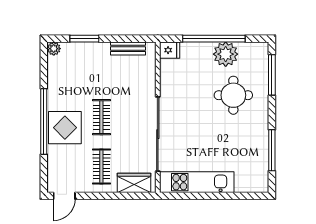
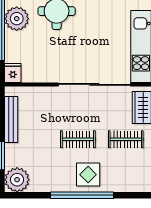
bench: (128, 48) -> (11, 119), width x1.36
plant: (54, 49) -> (17, 180), width x1.87, depth x1.87
display table: (65, 128) -> (88, 175), width x0.73, depth x0.73

